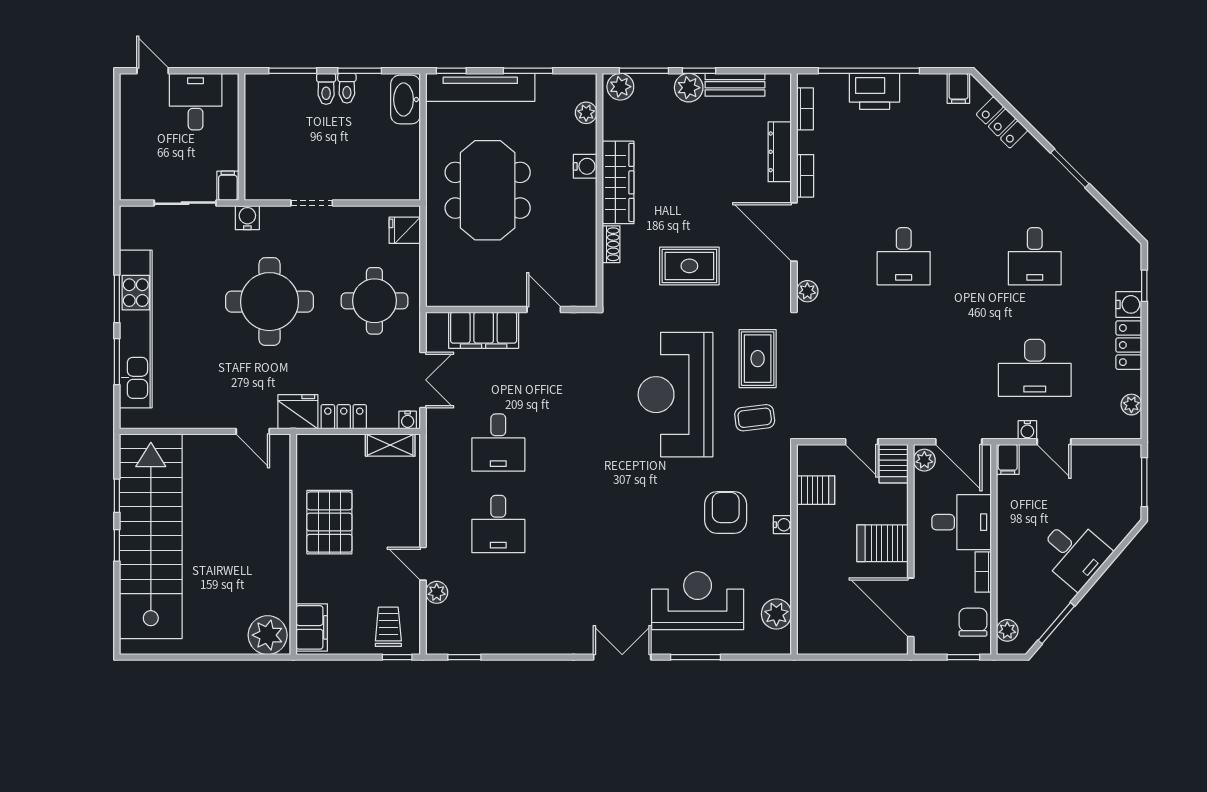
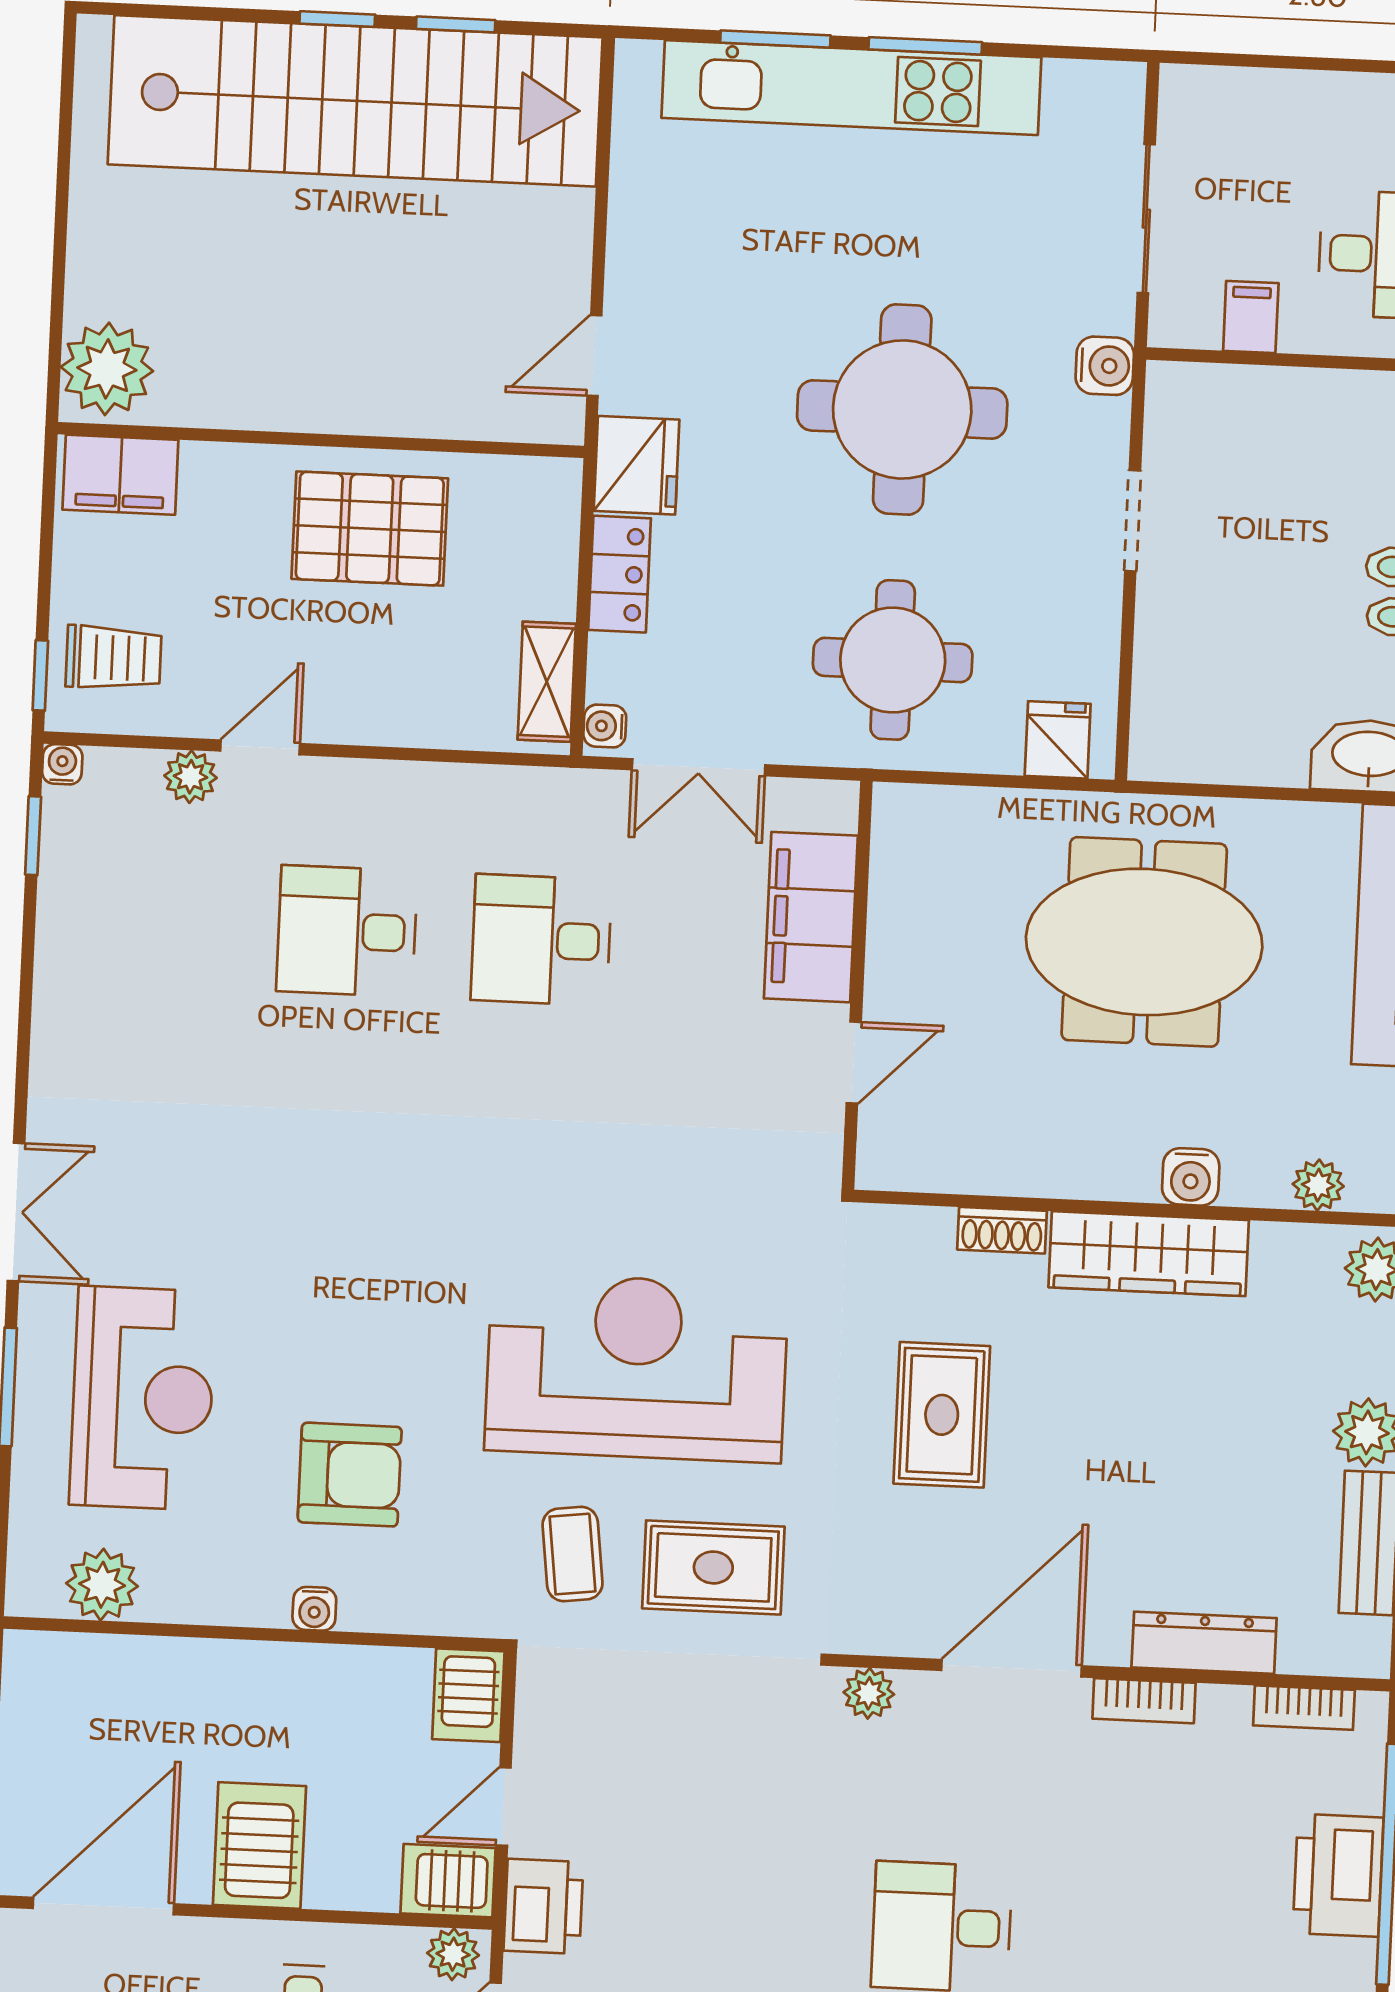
filing cabinet: (228, 186) -> (1251, 317), moved, turned -90
printer: (903, 423) -> (543, 1906), added
server rack: (816, 490) -> (468, 1695), moved
water cooler: (434, 646) -> (62, 764), added

